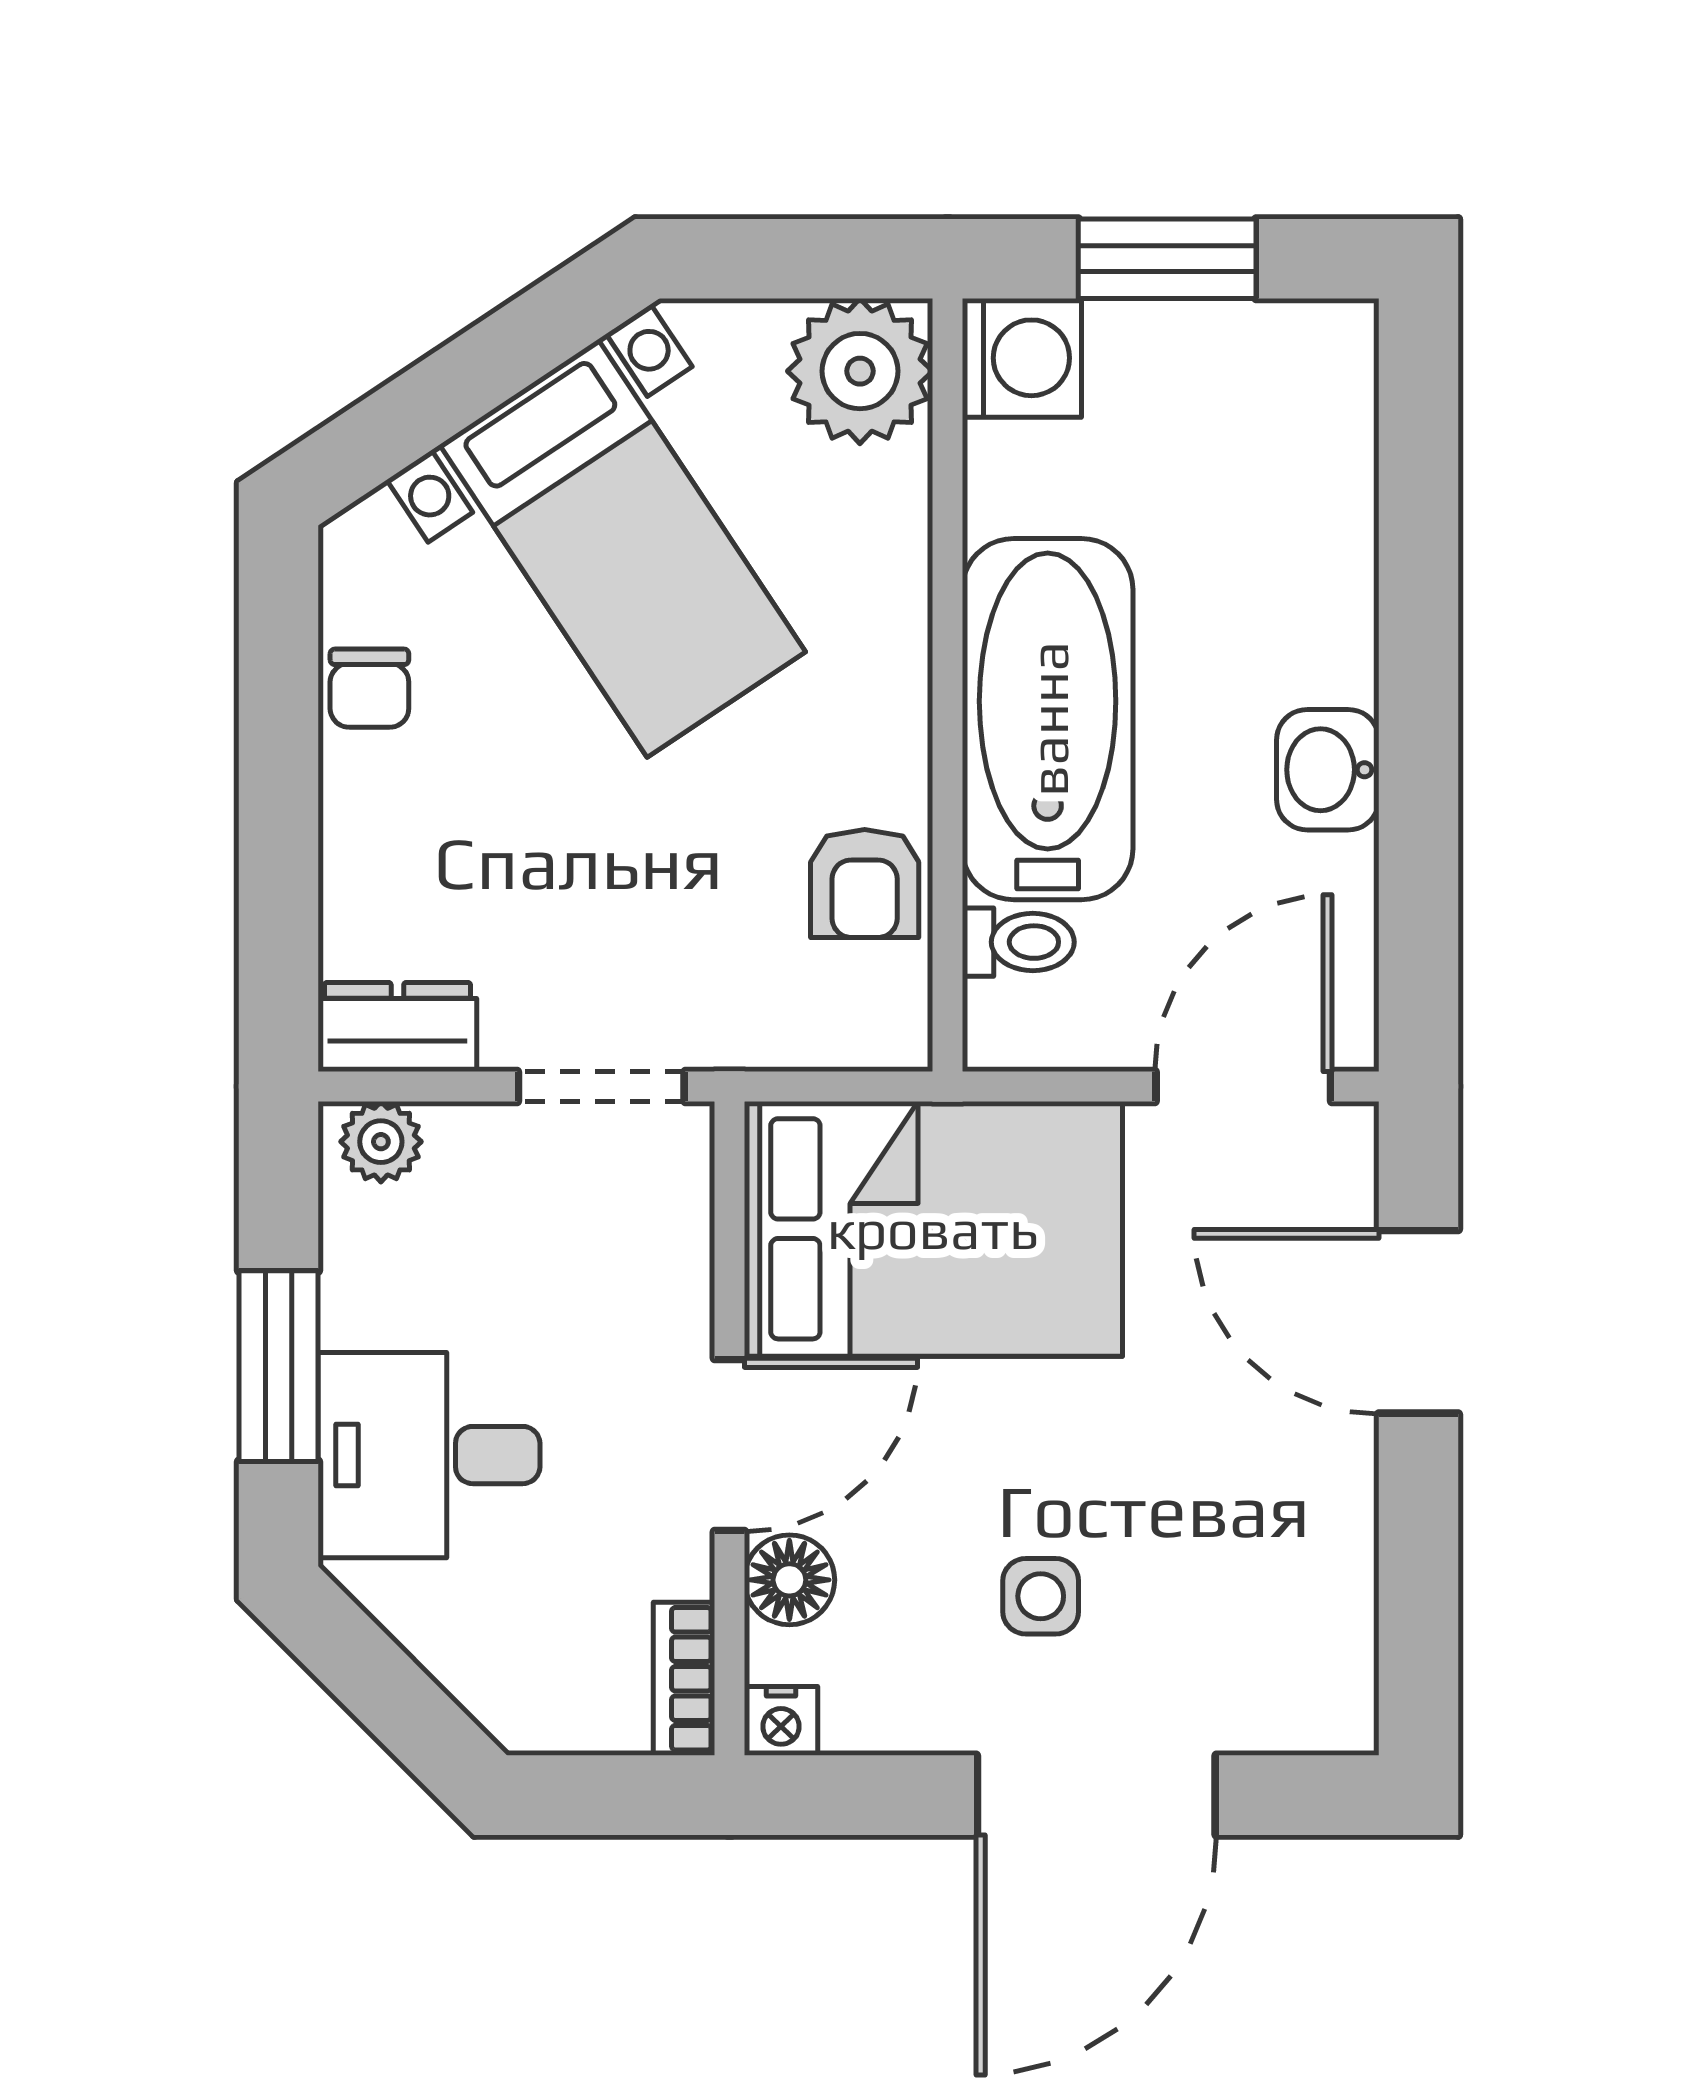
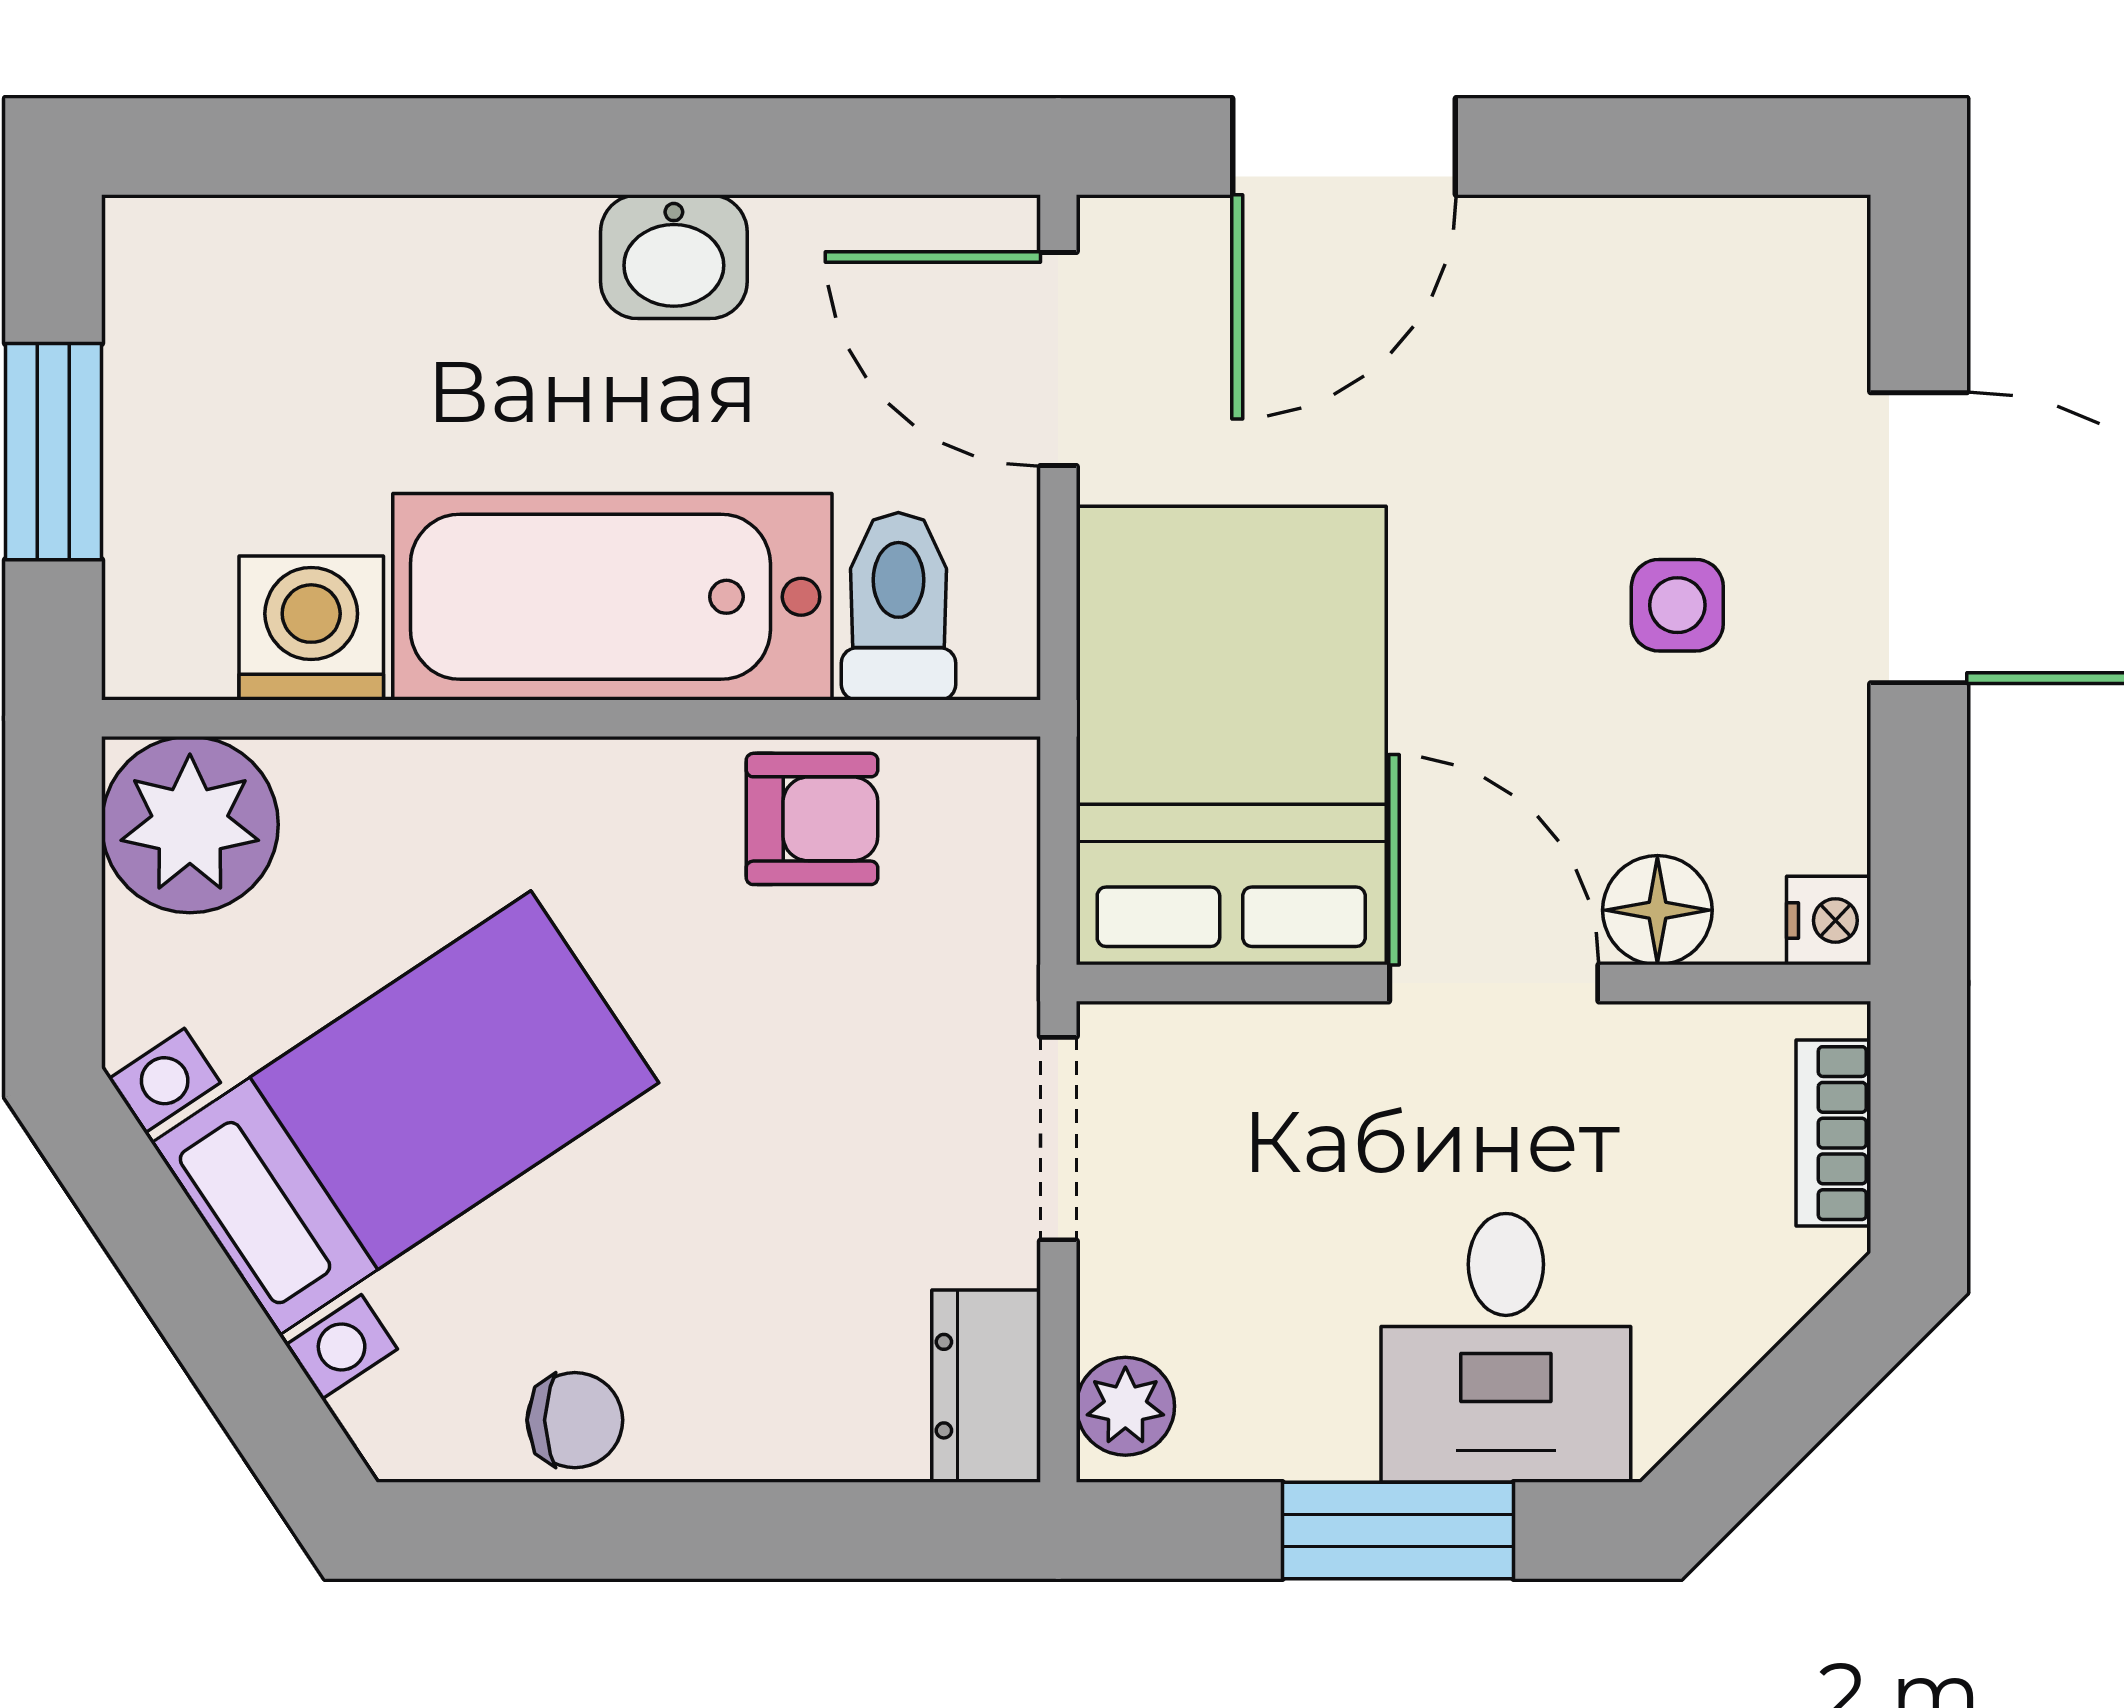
washing machine: (1022, 358) -> (311, 628), moved
toilet: (1018, 942) -> (898, 606), width x1.37, depth x1.39
bookcase: (684, 1679) -> (1833, 1133), moved, turned 90

